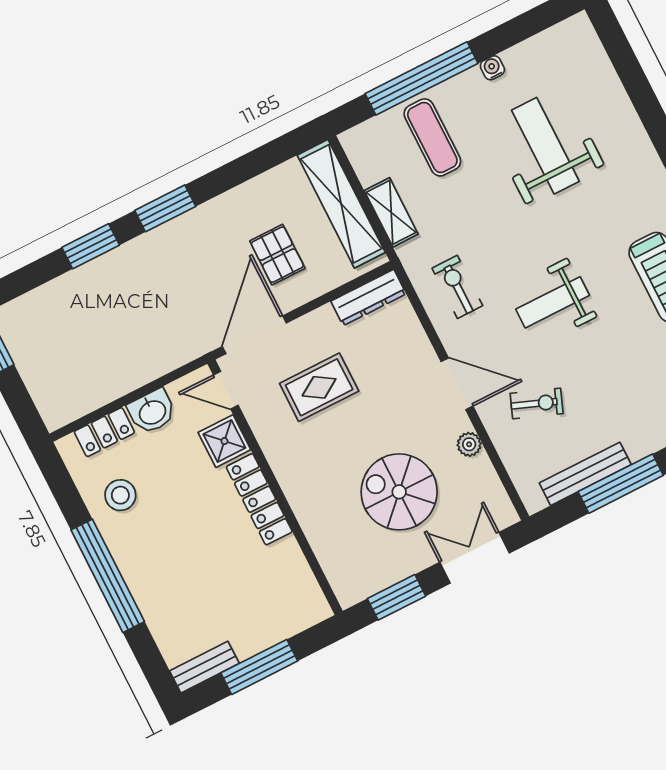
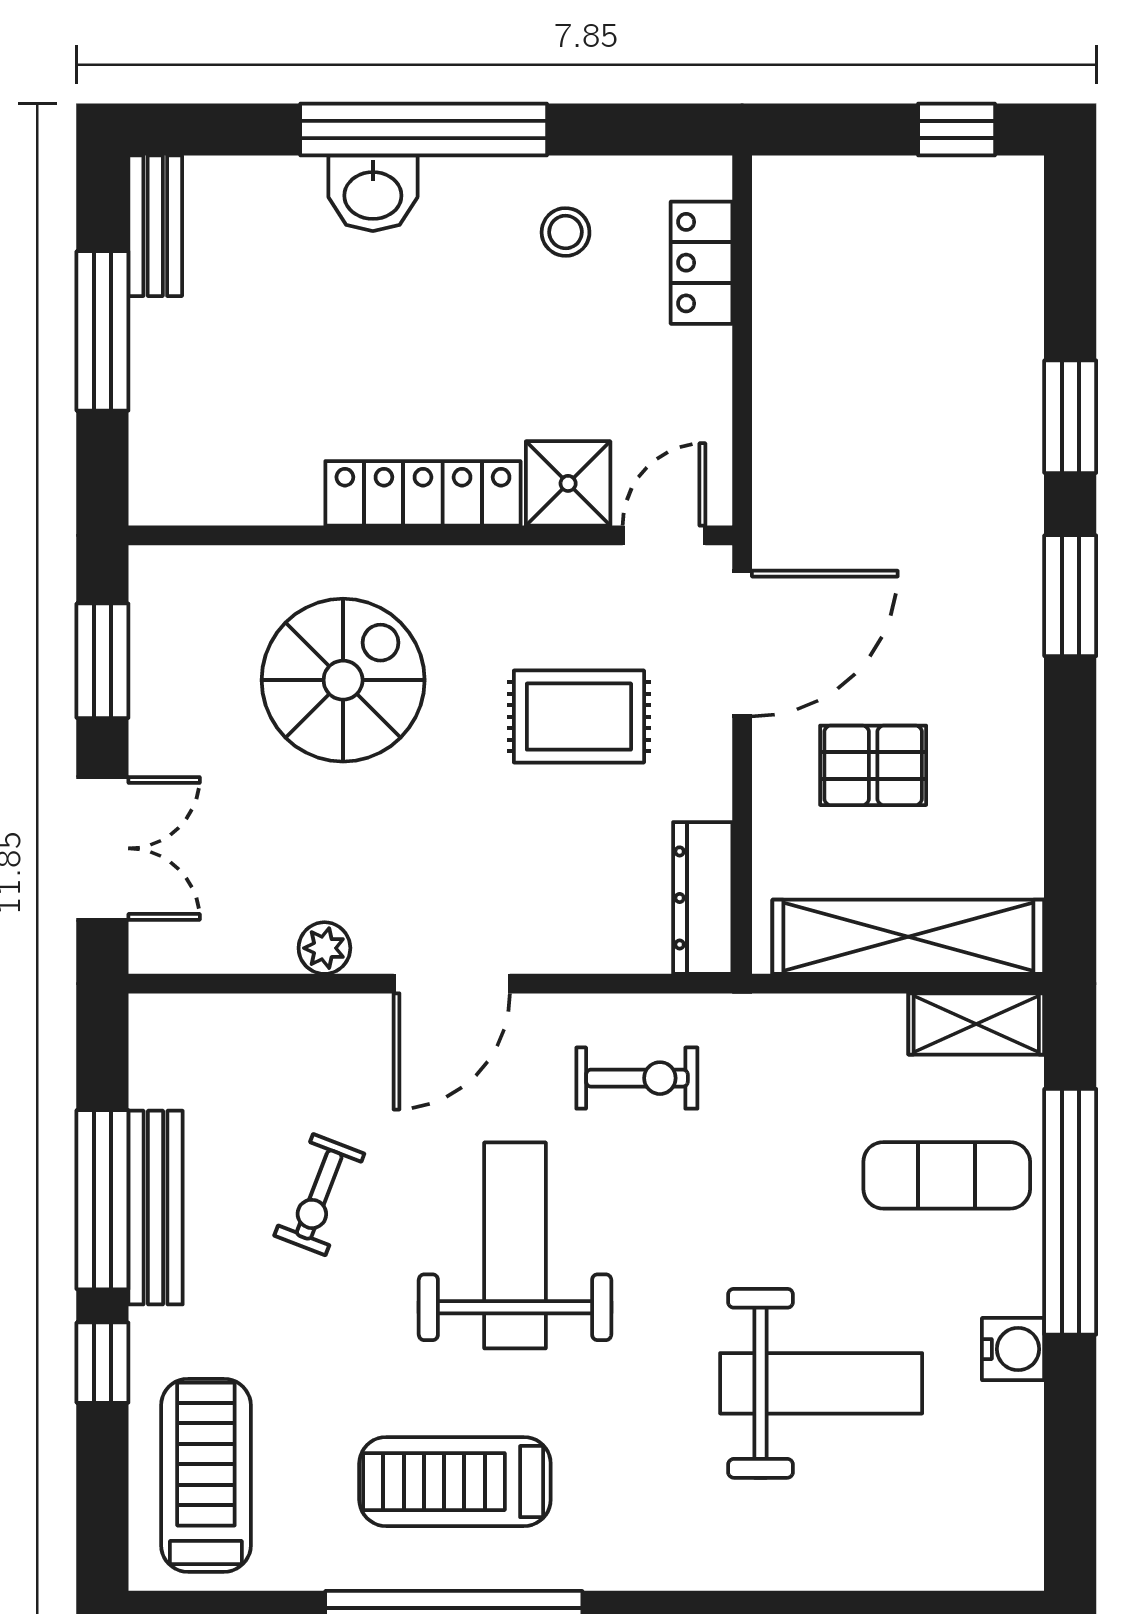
water cooler: (492, 68) -> (1013, 1349), width x1.38, depth x1.38
shelving: (391, 212) -> (976, 1024), moved
weight bench: (553, 302) -> (515, 1245), width x1.36, depth x1.33
door: (254, 335) -> (742, 644), hinge flipped
rug: (319, 387) -> (579, 717), turned 90
exercise bike: (537, 403) -> (319, 1195), moved
washbasin: (152, 412) -> (373, 193), moved, turned -90
bench: (585, 474) -> (156, 1208), moved
spiral stairs: (399, 492) -> (343, 680), moved
stool: (120, 495) -> (566, 232), width x0.73, depth x0.73

